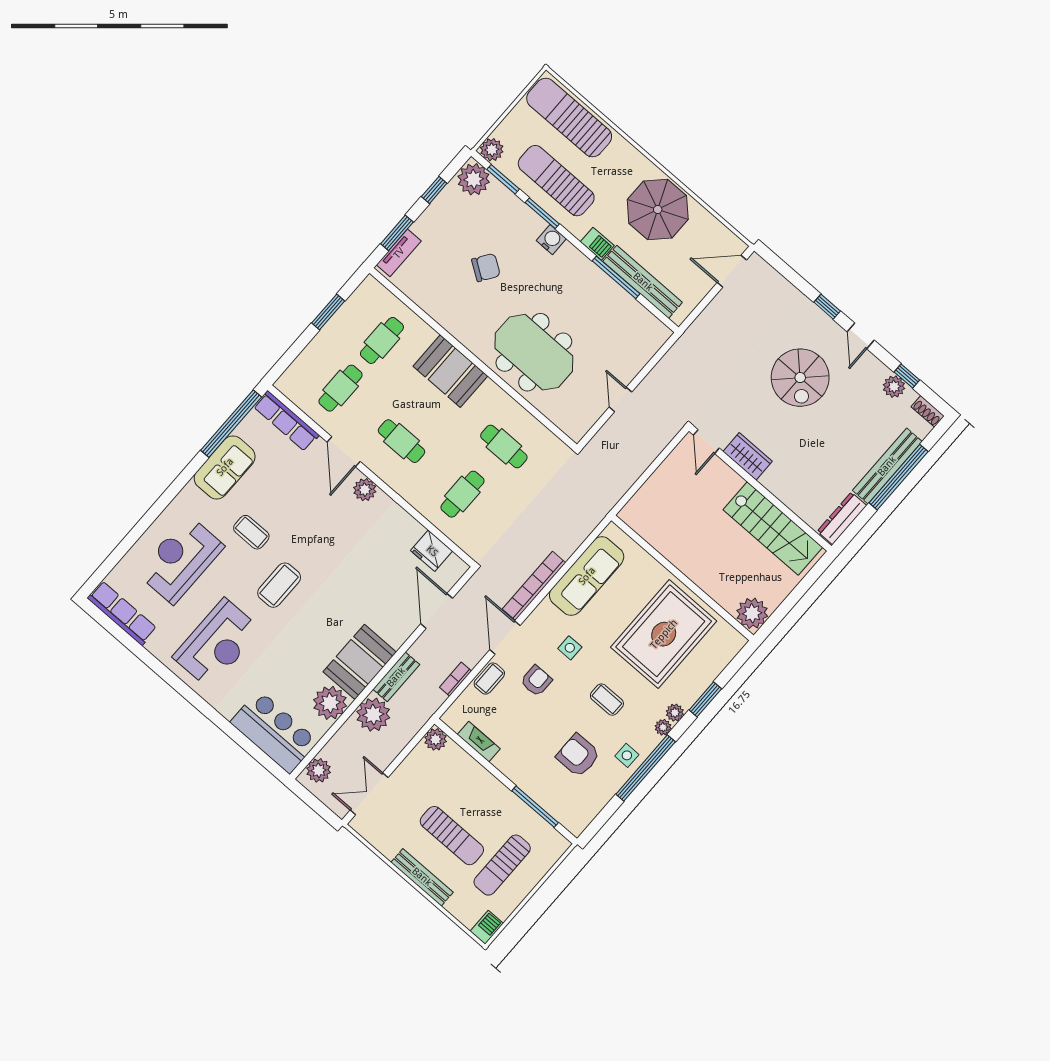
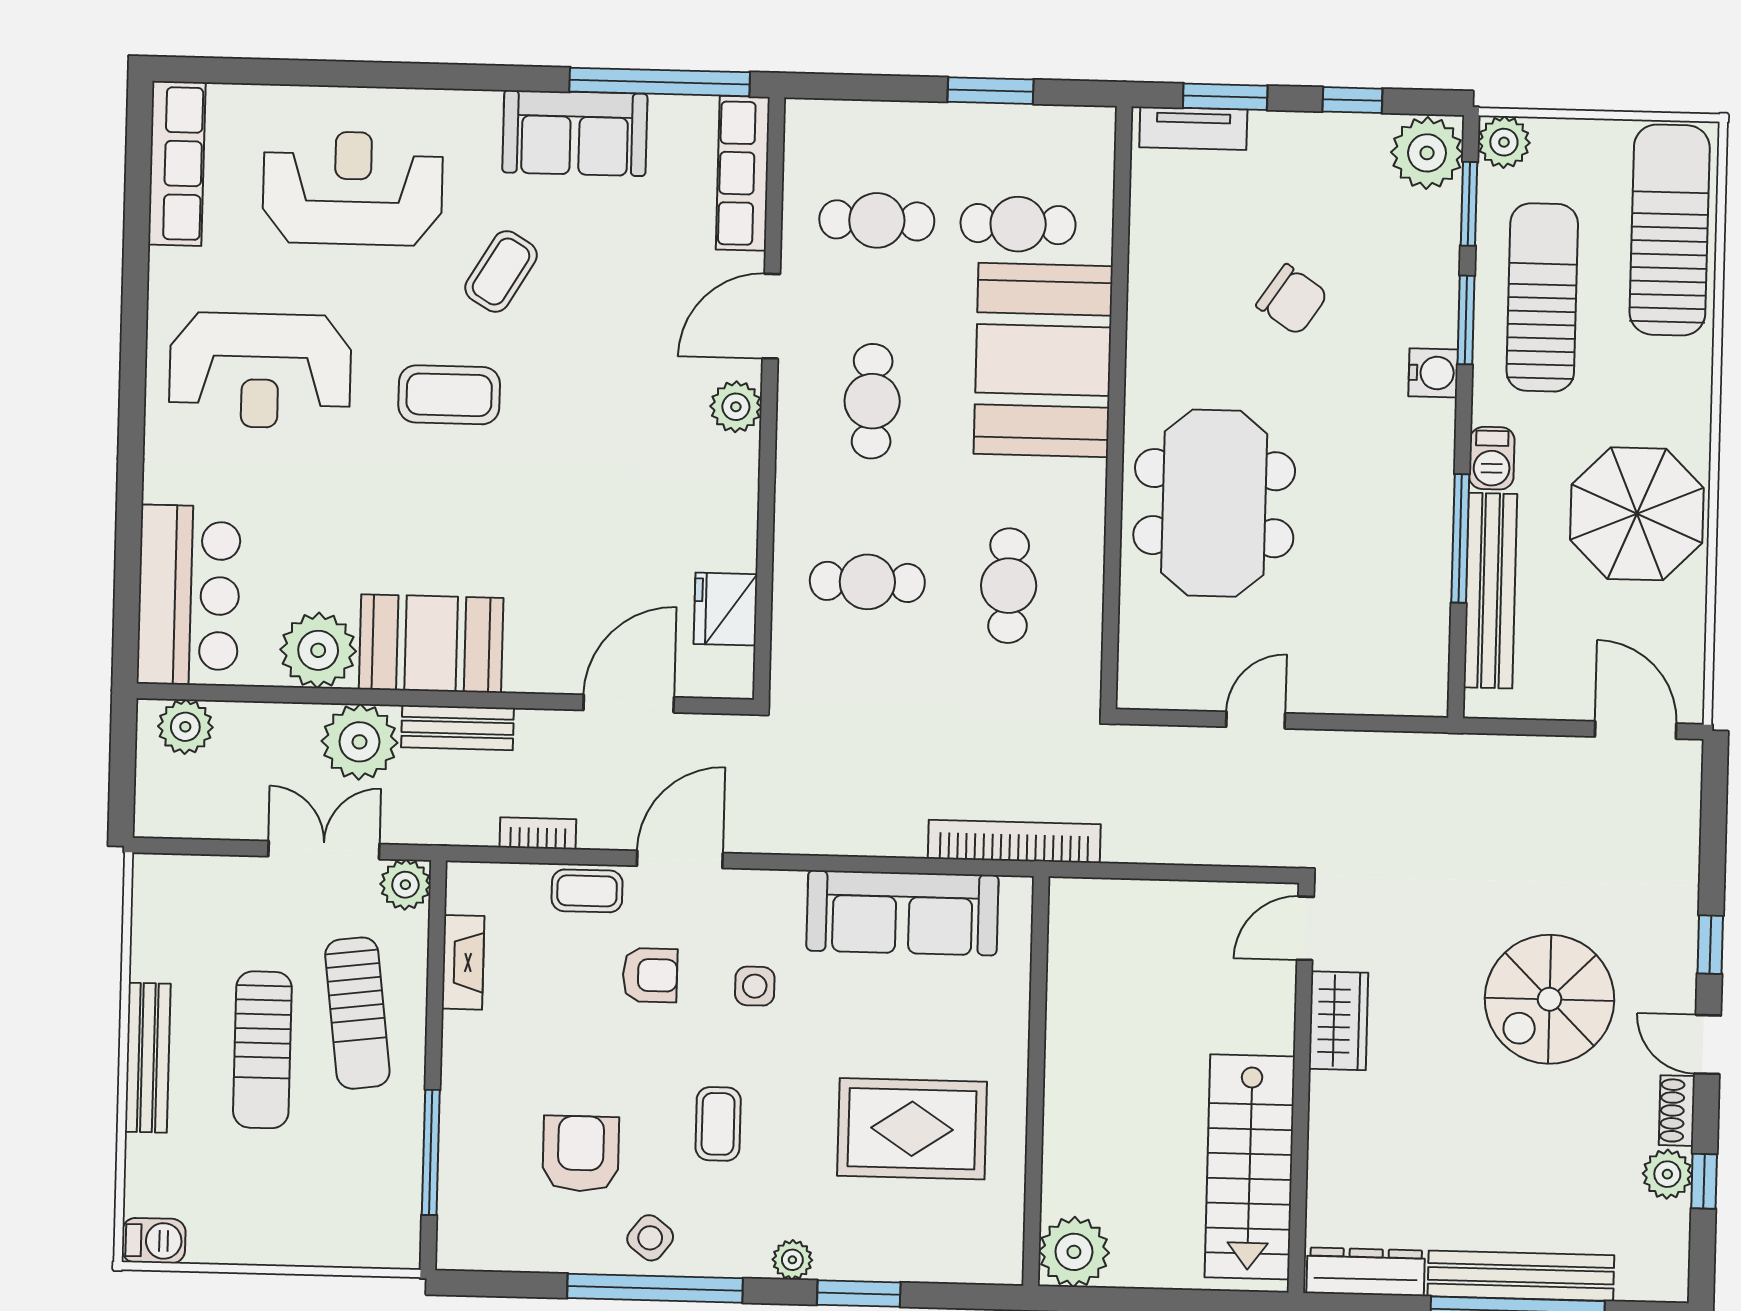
door: (861, 336) -> (1708, 1044), hinge flipped
booth: (450, 371) -> (1043, 360), width x1.36, depth x1.42
shoe rack: (928, 411) -> (1677, 1111), moved
coffee table: (251, 532) -> (501, 271), turned 31
bookcase: (534, 586) -> (1014, 841), moved
rug: (664, 634) -> (912, 1129), width x0.73, depth x0.69
plant: (663, 727) -> (750, 1260), removed
side table: (627, 755) -> (650, 1238), turned 38
double door: (369, 794) -> (324, 850), moved
sun lounger: (502, 865) -> (357, 1013), moved, turned -97

